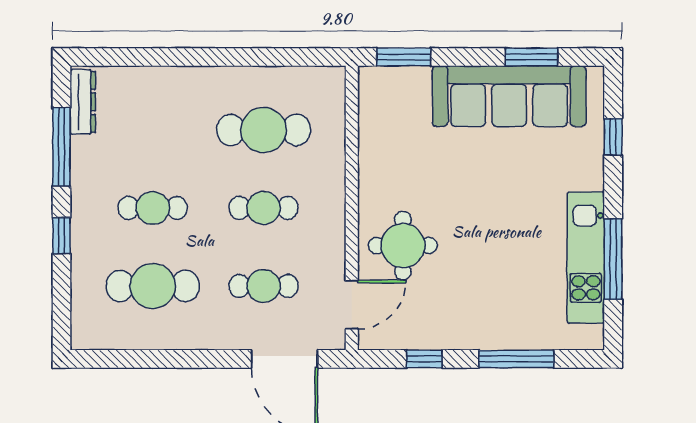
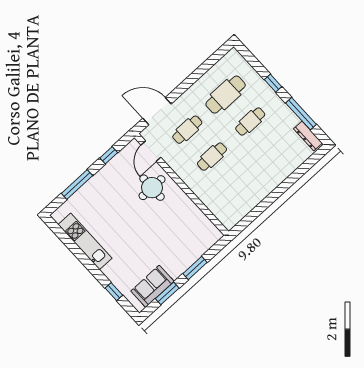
window: (404, 57) -> (195, 268), moved
sofa: (509, 96) -> (152, 286), width x0.54, depth x0.79
cafe table: (264, 130) -> (237, 183), removed
window: (613, 259) -> (75, 249), removed

